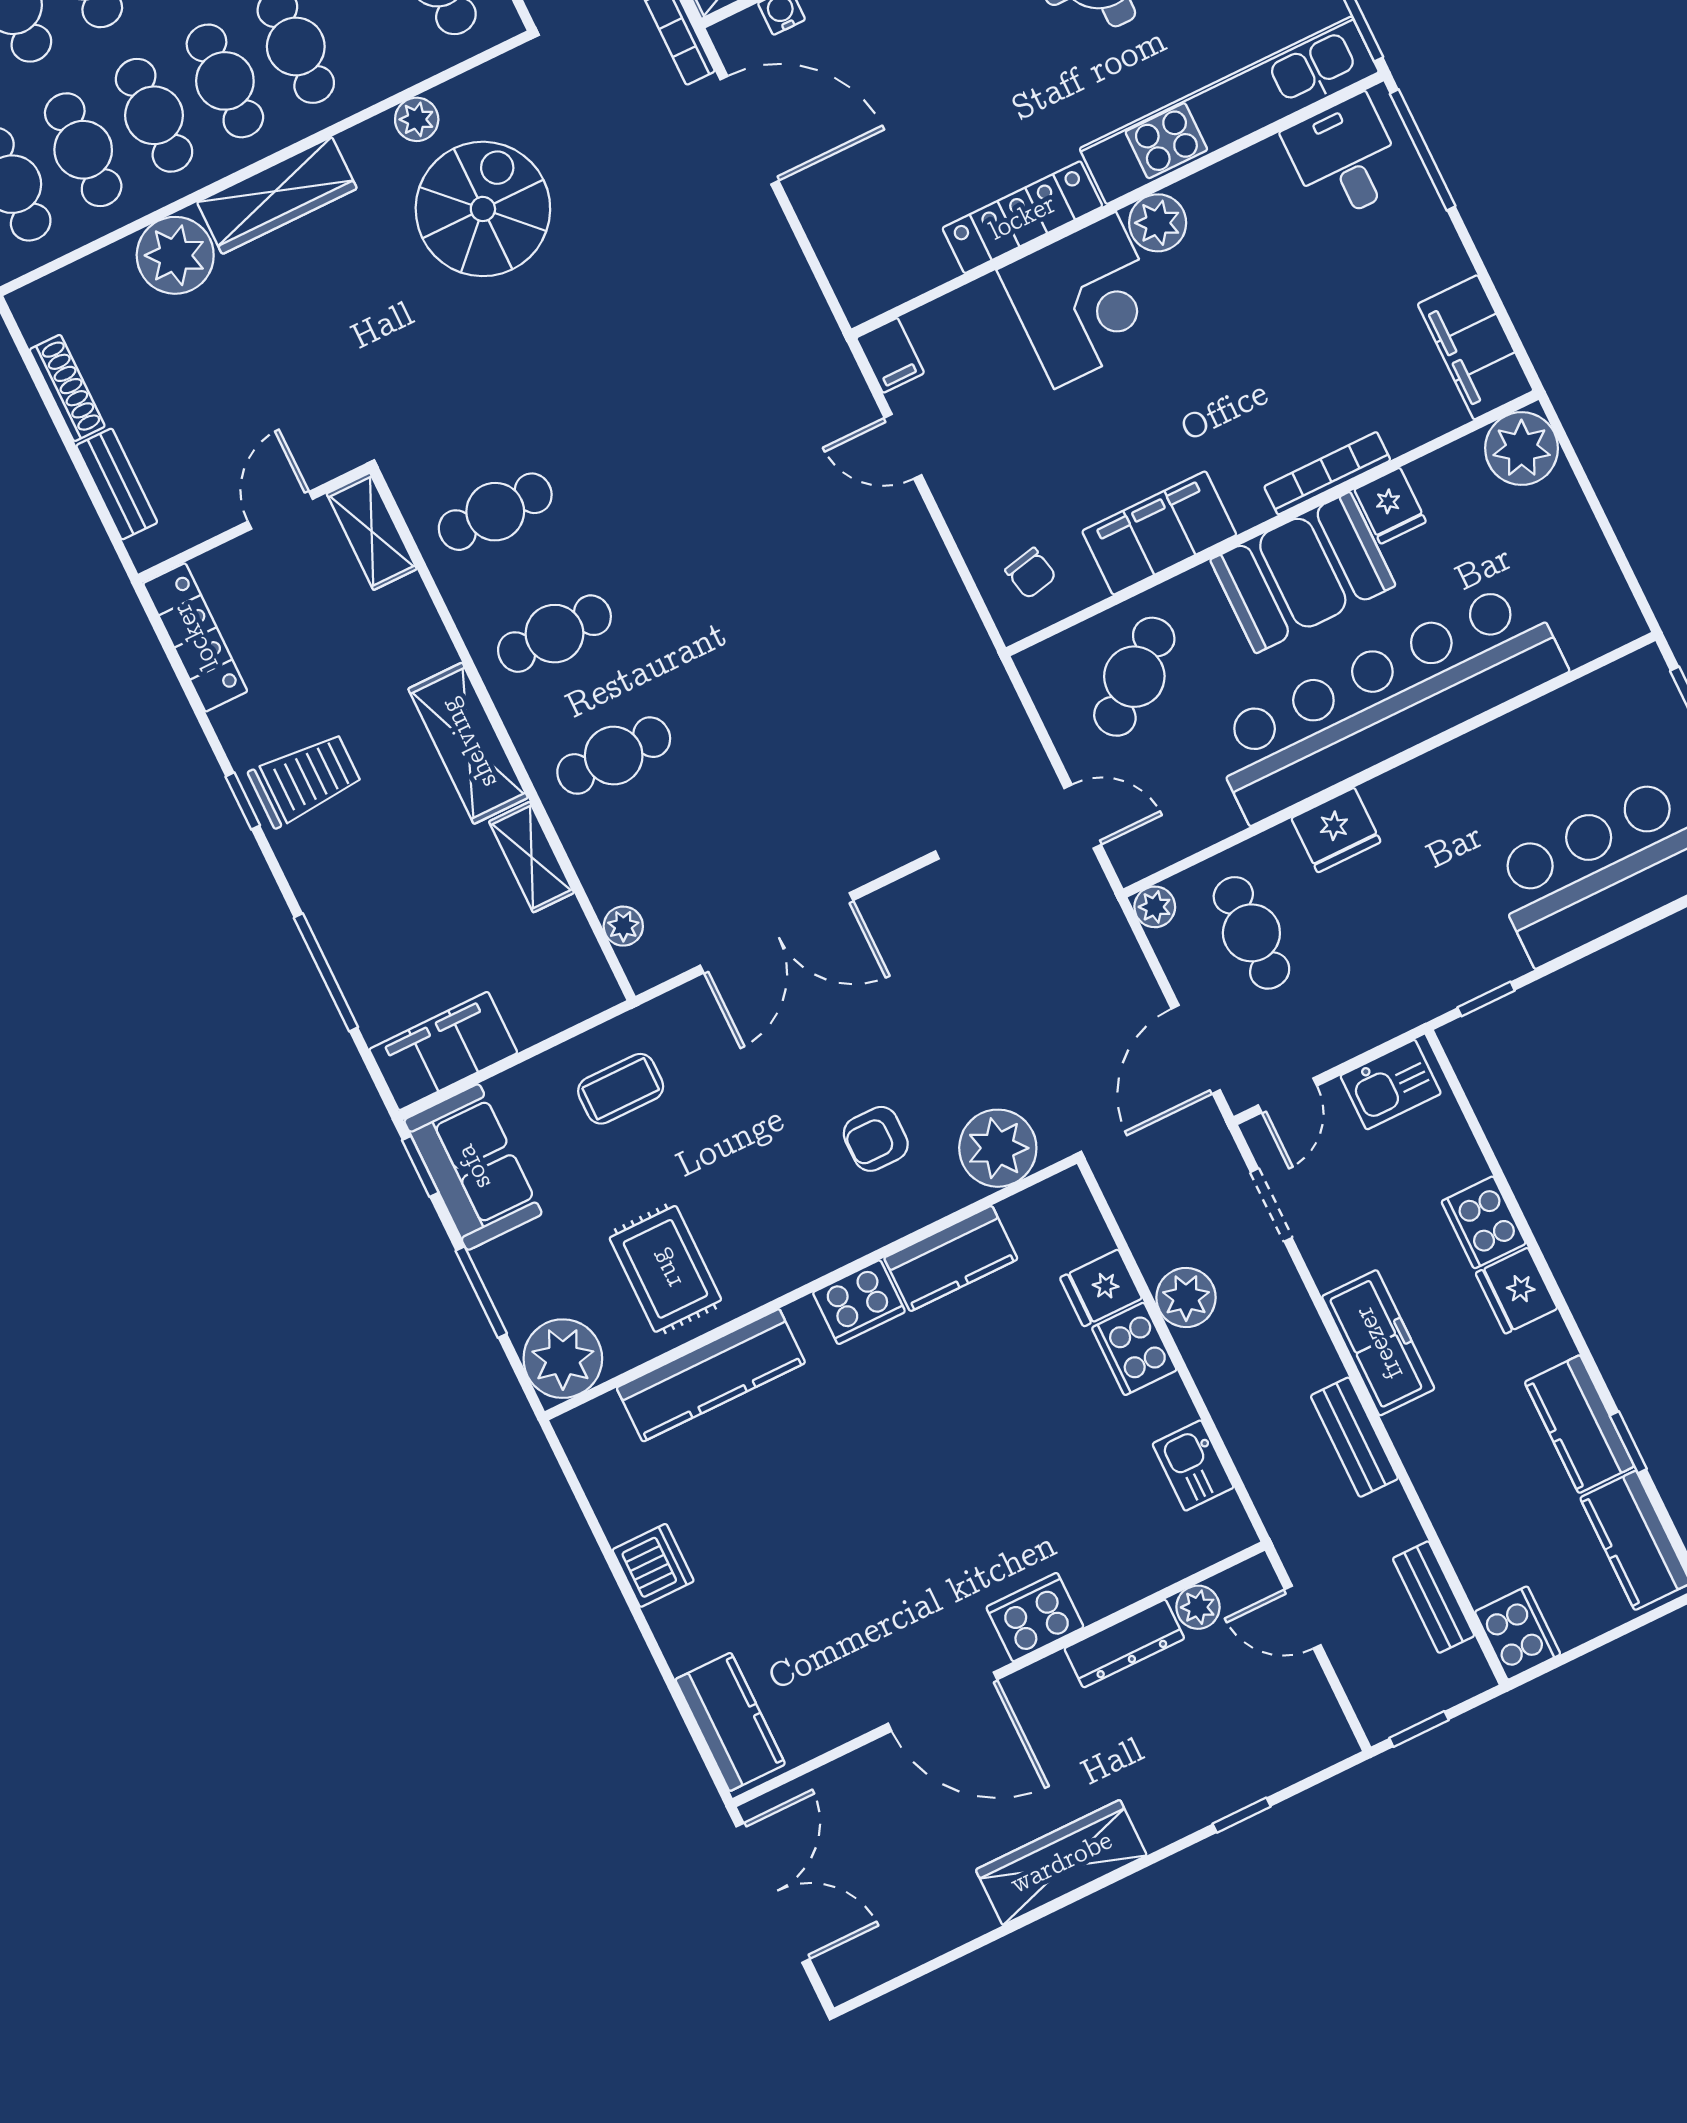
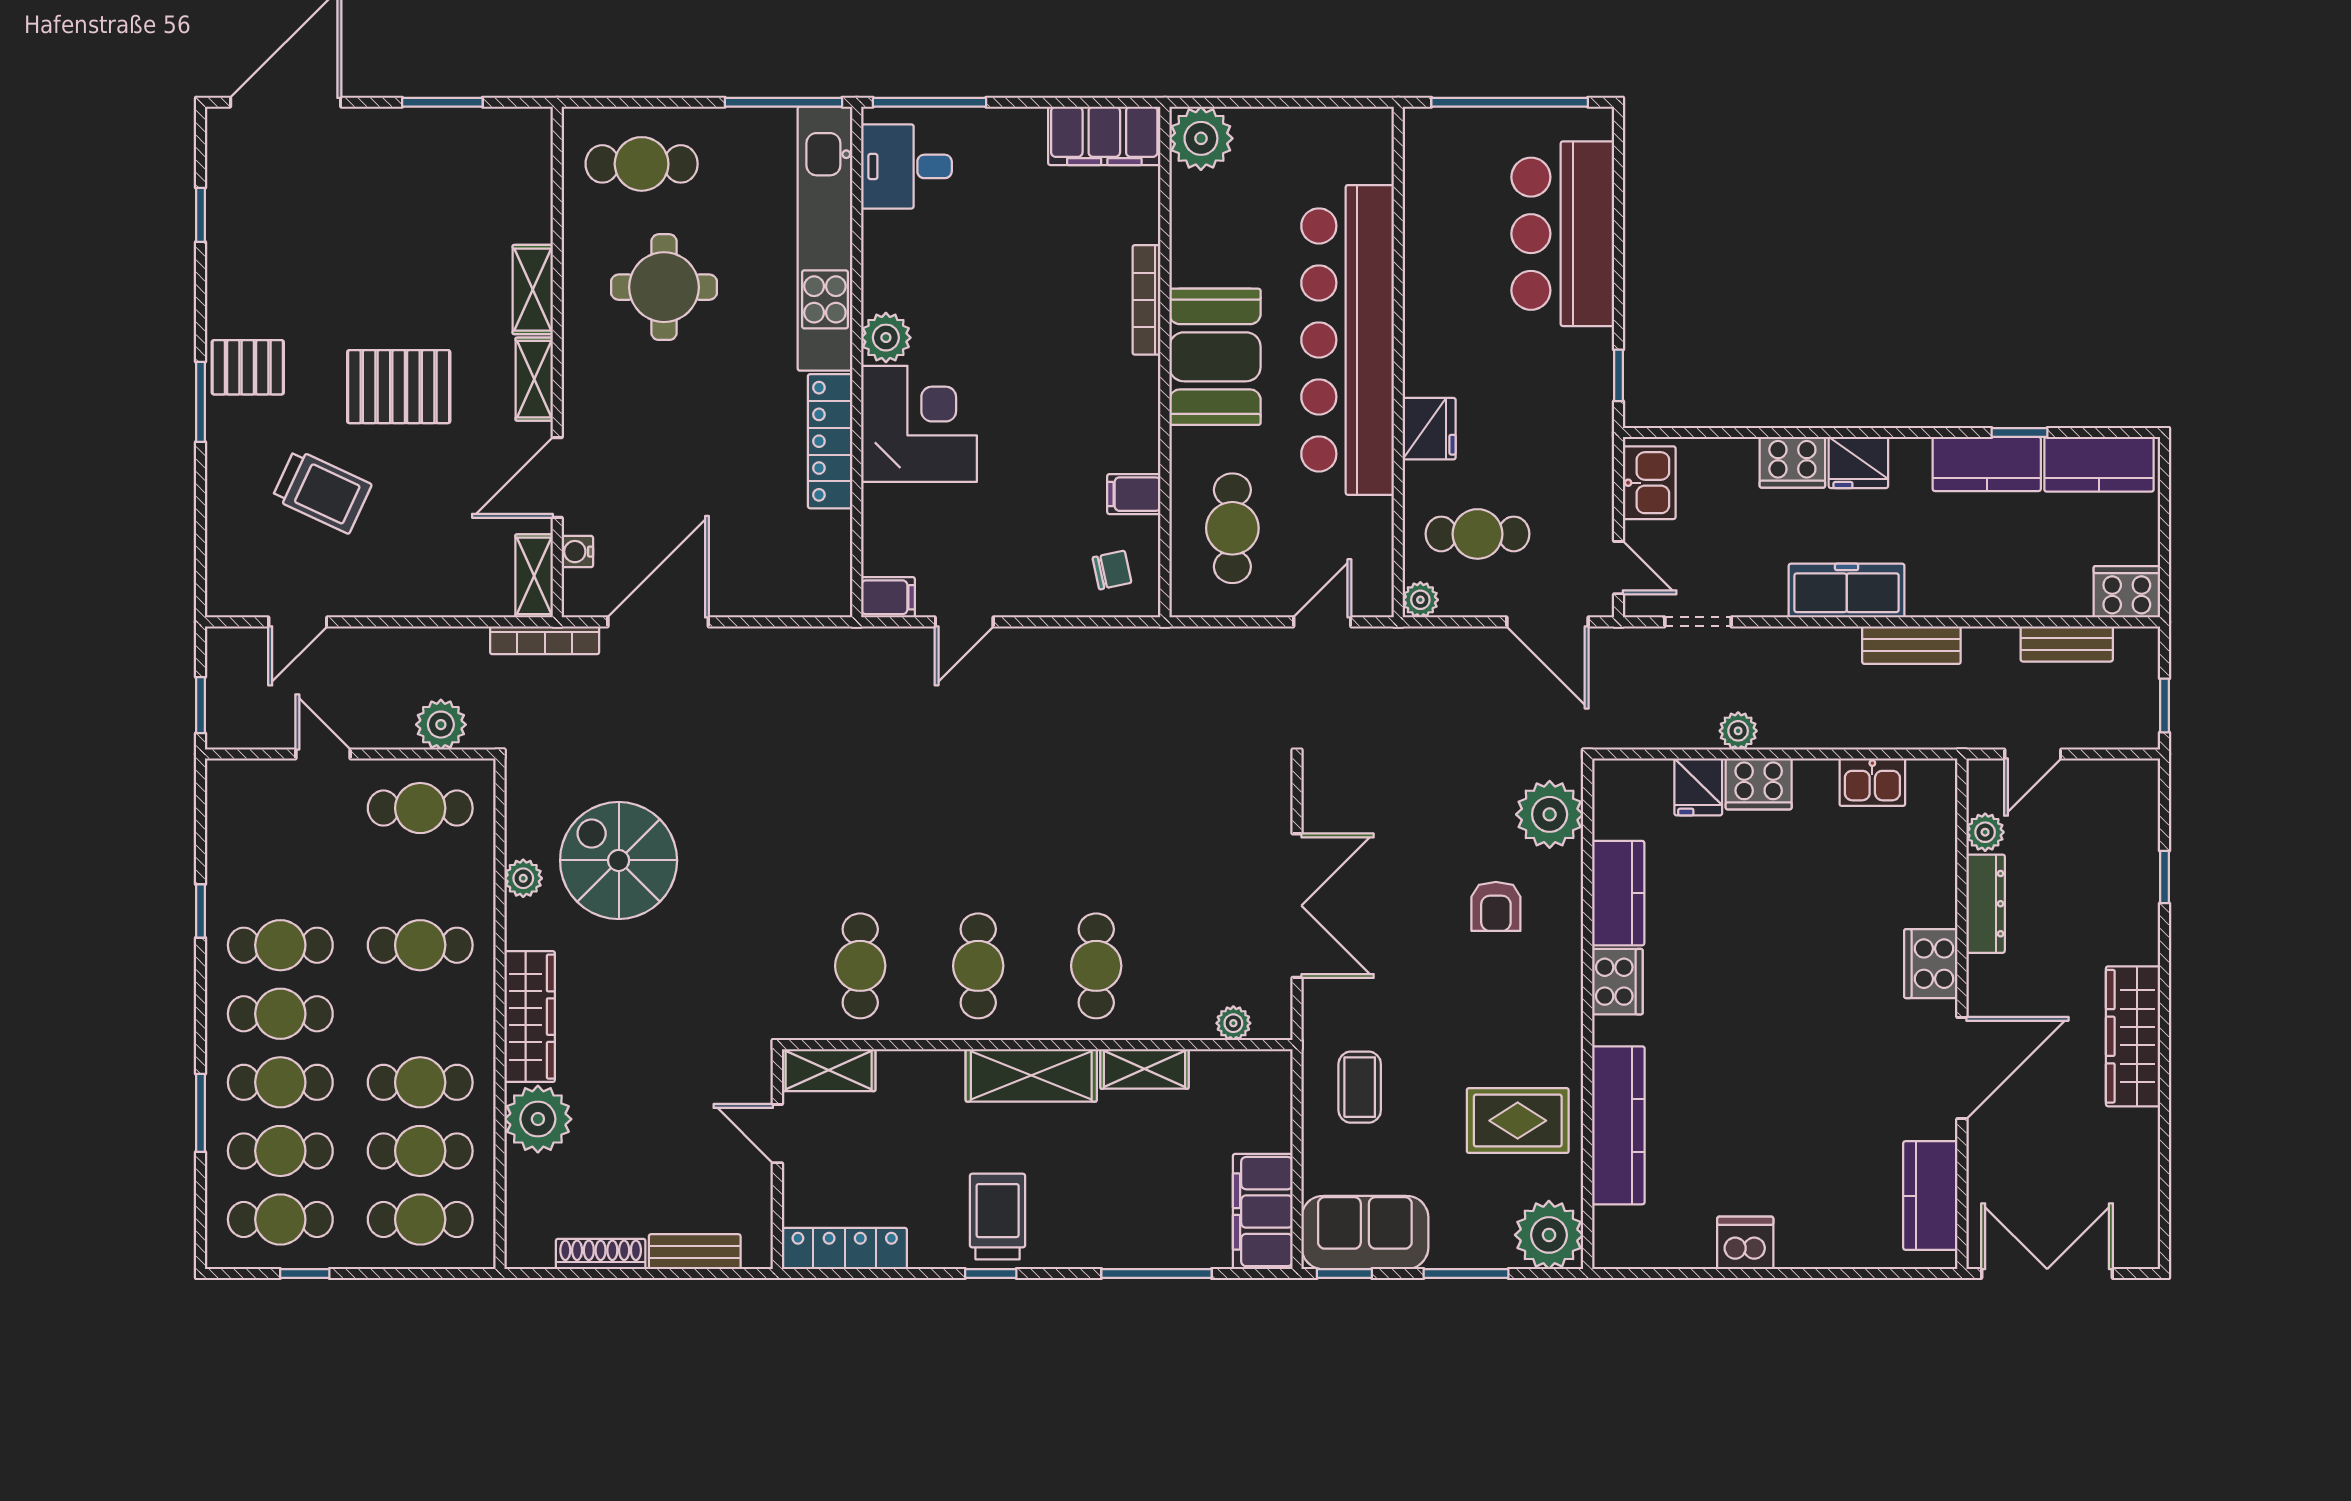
cafe table: (225, 81) -> (420, 1014), removed
fridge: (1390, 506) -> (1196, 263), removed
filing cabinet: (1159, 533) -> (1134, 494), width x0.33, depth x0.86
cafe table: (1134, 677) -> (1232, 528), turned 38
plant: (1186, 1298) -> (1738, 731), width x0.73, depth x0.73
kitchen counter: (730, 1722) -> (1930, 1196), moved, turned -90

